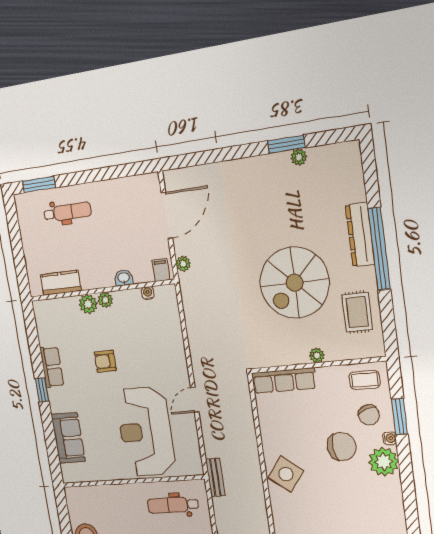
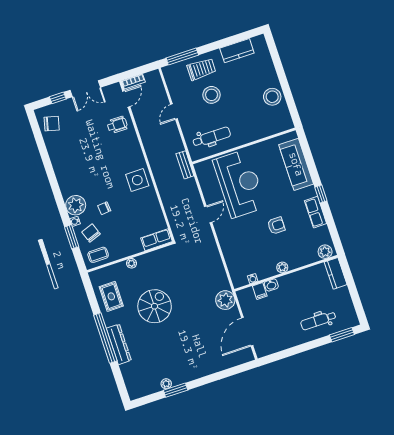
plant: (183, 264) -> (225, 300), width x1.87, depth x1.87
filing cabinet: (161, 270) -> (260, 291), moved
kitchen counter: (61, 283) -> (336, 273), moved, turned 90
spiral stairs: (295, 283) -> (155, 306), width x0.73, depth x0.73
plant: (88, 304) -> (325, 252), moved
row of seats: (284, 381) -> (157, 240), width x0.68
sofa: (68, 438) -> (296, 164), width x1.36
chair: (342, 446) -> (104, 208), width x0.54, depth x0.54
side table: (286, 474) -> (137, 180), turned -37

